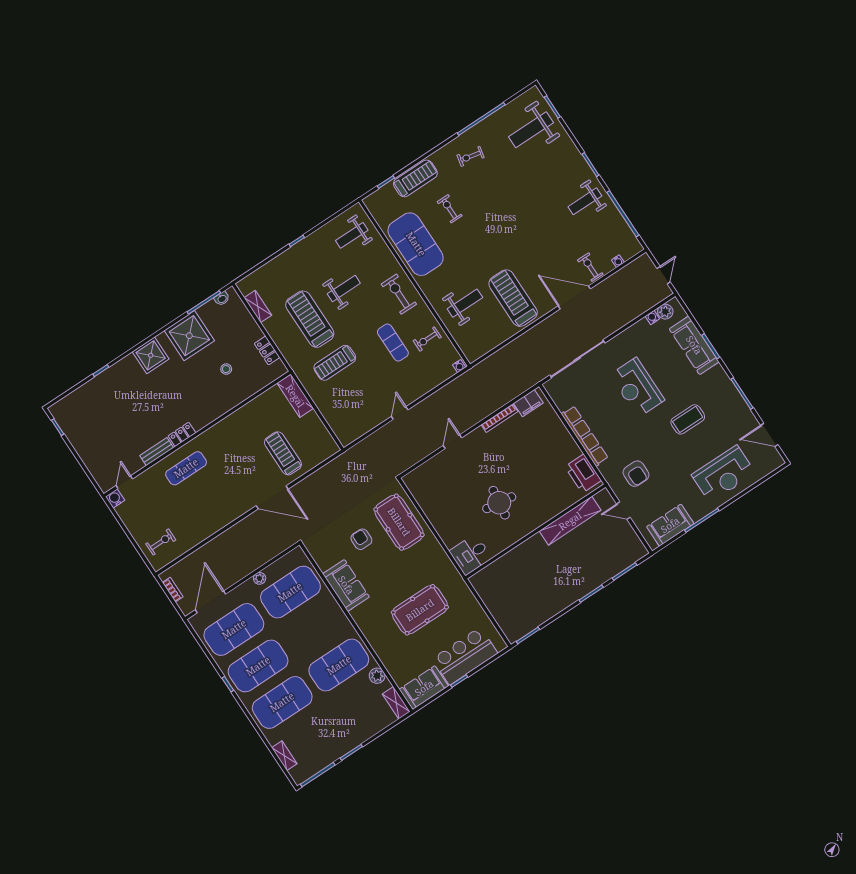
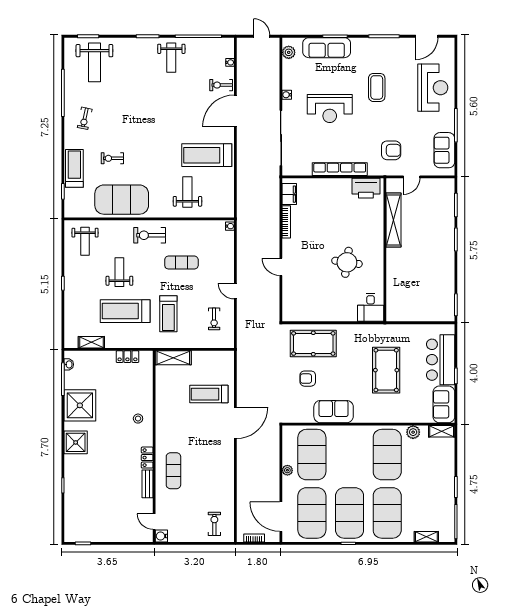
water cooler: (652, 317) -> (287, 95), moved
exercise bike: (427, 339) -> (214, 319), moved
stool: (226, 369) -> (138, 419), moved

